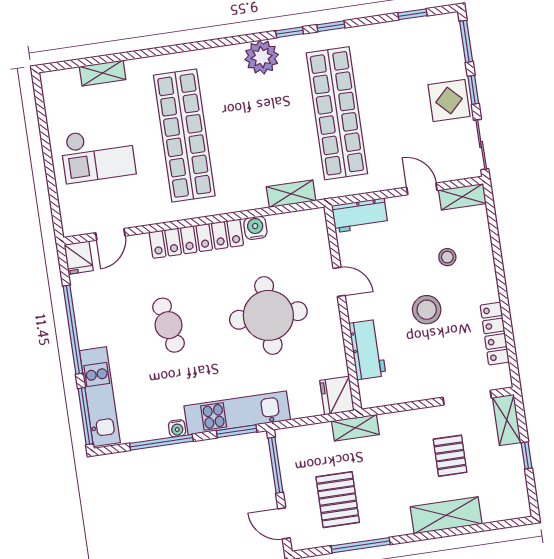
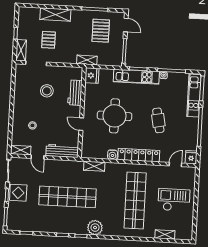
shop shelf: (337, 113) -> (67, 197), turned 90
workbench: (360, 215) -> (62, 151), width x1.37
stool: (427, 310) -> (47, 91), moved
locker: (495, 334) -> (19, 88), removed

